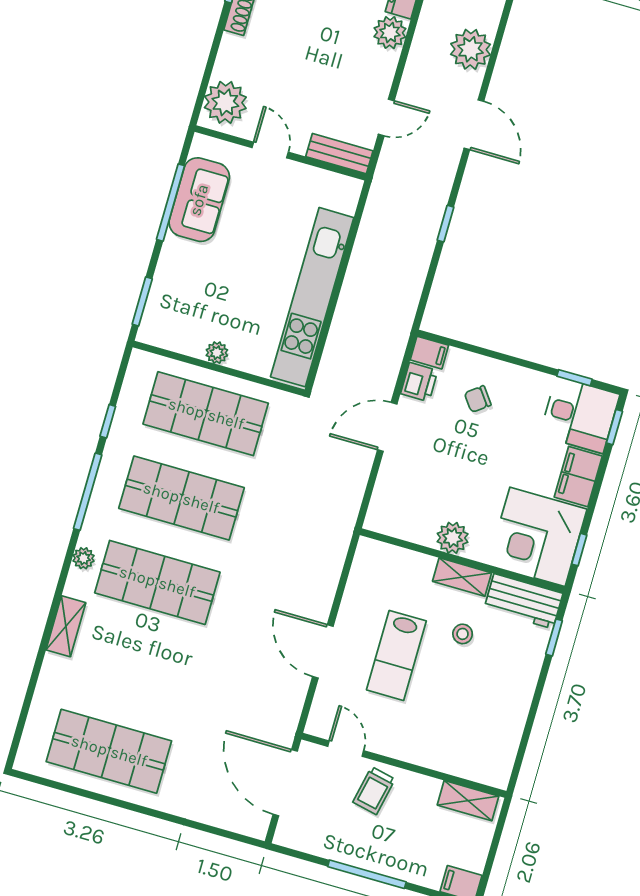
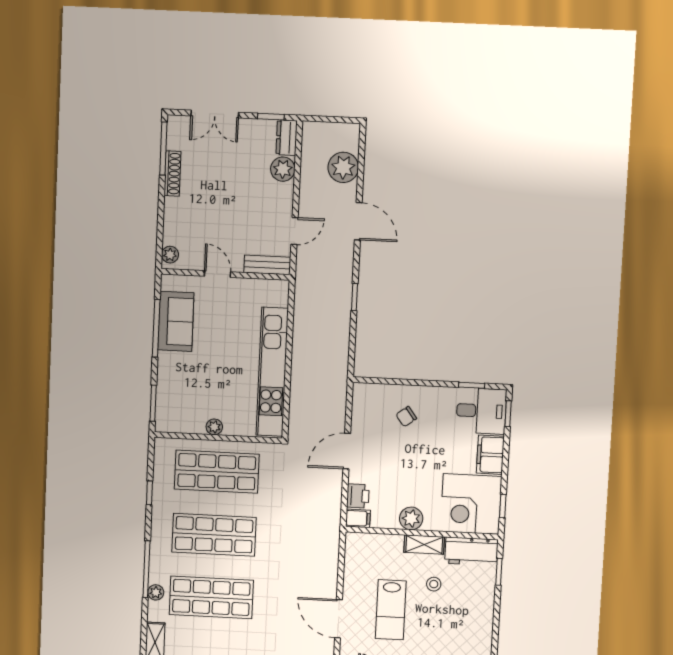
plant: (225, 102) -> (170, 255), width x0.53, depth x0.53
filing cabinet: (429, 353) -> (358, 518), moved
printer: (419, 382) -> (358, 496), moved
window: (88, 492) -> (146, 569), moved

